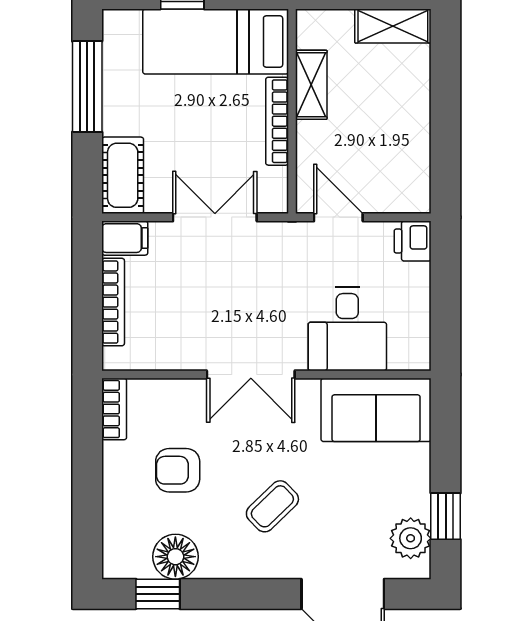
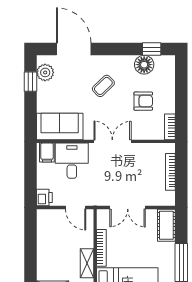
filing cabinet: (125, 238) -> (47, 153), moved, turned -90

